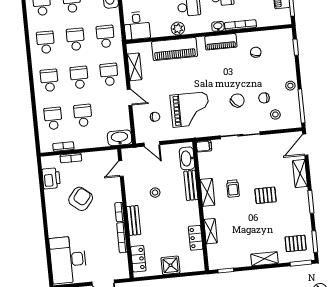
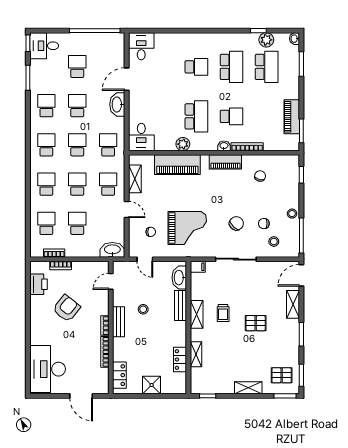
bench: (134, 220) -> (119, 322), moved

